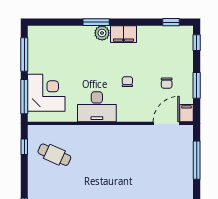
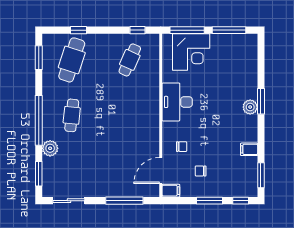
window: (171, 22) -> (261, 175), width x1.50
filing cabinet: (123, 34) -> (249, 149), moved, width x0.50
chair: (127, 82) -> (182, 147), moved
window: (197, 85) -> (209, 201), moved
door: (166, 123) -> (161, 171), swing flipped

